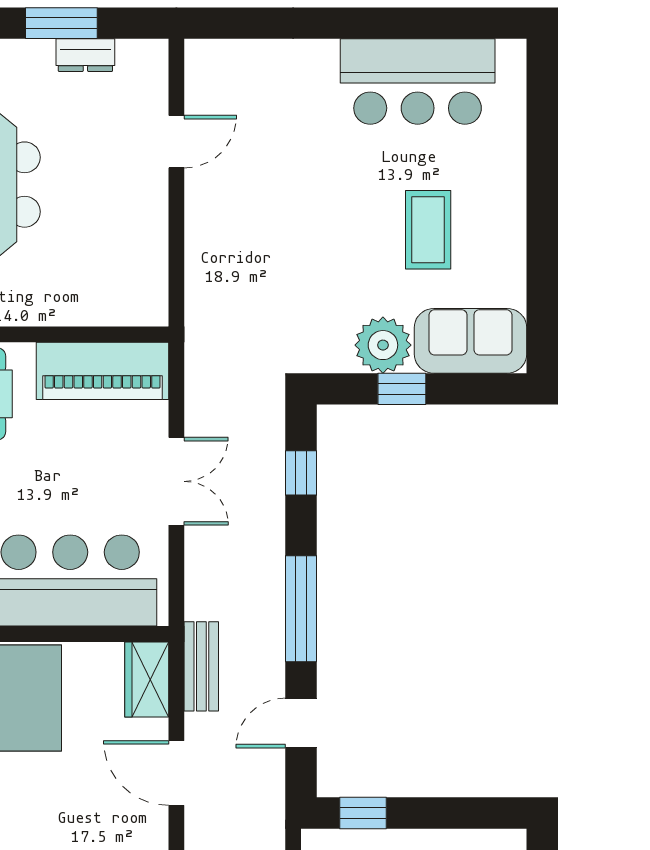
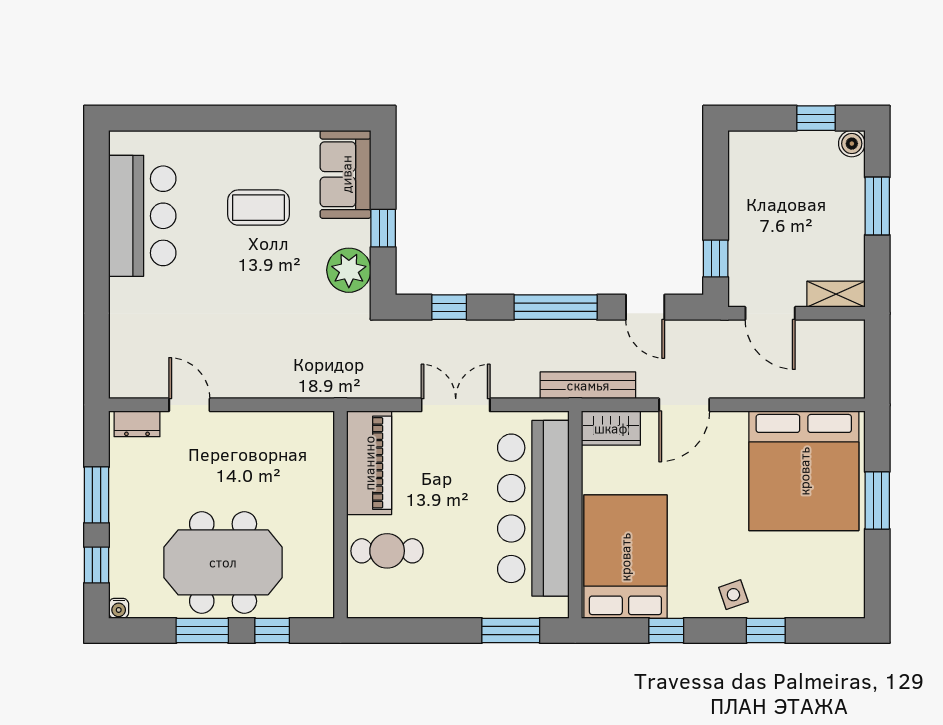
dresser: (85, 55) -> (137, 424), moved, turned 90
plant: (383, 345) -> (349, 270), moved
bench: (201, 666) -> (588, 385), width x1.36

